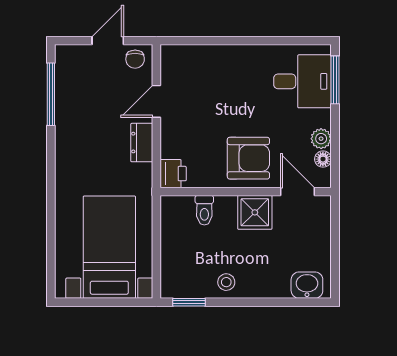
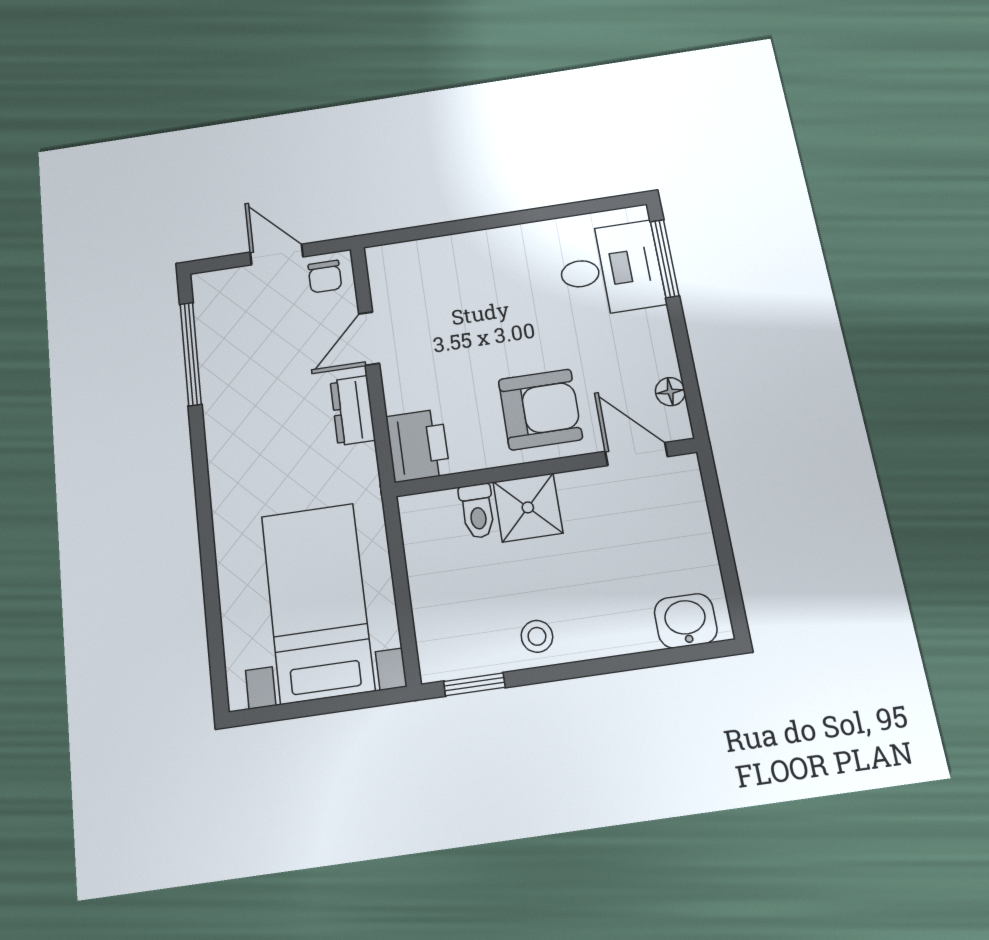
door: (108, 41) -> (277, 254), hinge flipped
plant: (321, 139) -> (660, 358), removed
printer: (173, 174) -> (418, 445), width x1.36, depth x1.24
shower: (255, 212) -> (528, 507), moved

